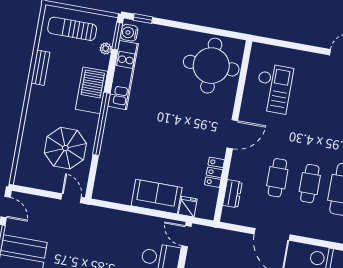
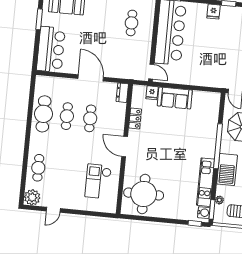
door: (232, 134) -> (125, 147), hinge flipped
dresser: (232, 194) -> (122, 93), moved

